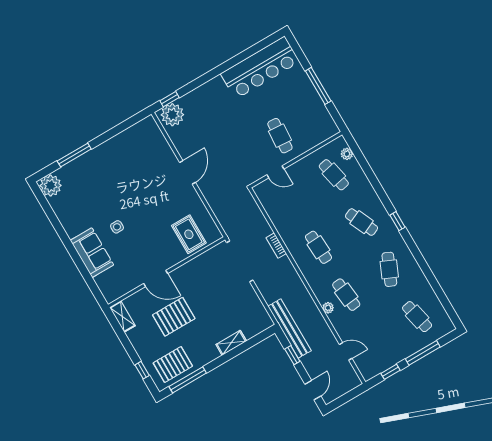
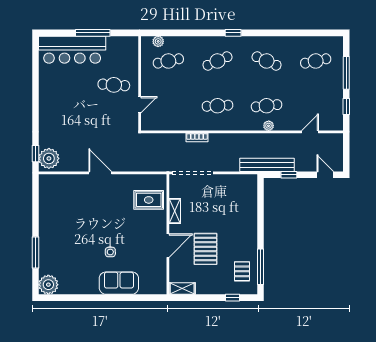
bar counter: (260, 68) -> (72, 50), moved, turned 90
shelving: (231, 343) -> (175, 211), moved
pallet: (173, 365) -> (242, 271), width x0.67, depth x0.71

